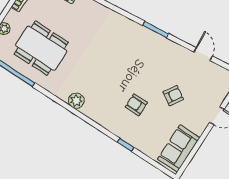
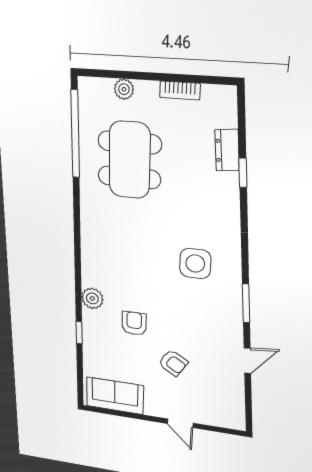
side table: (118, 45) -> (195, 263), added
door: (203, 54) -> (247, 361), moved
plant: (76, 101) -> (92, 298), moved

